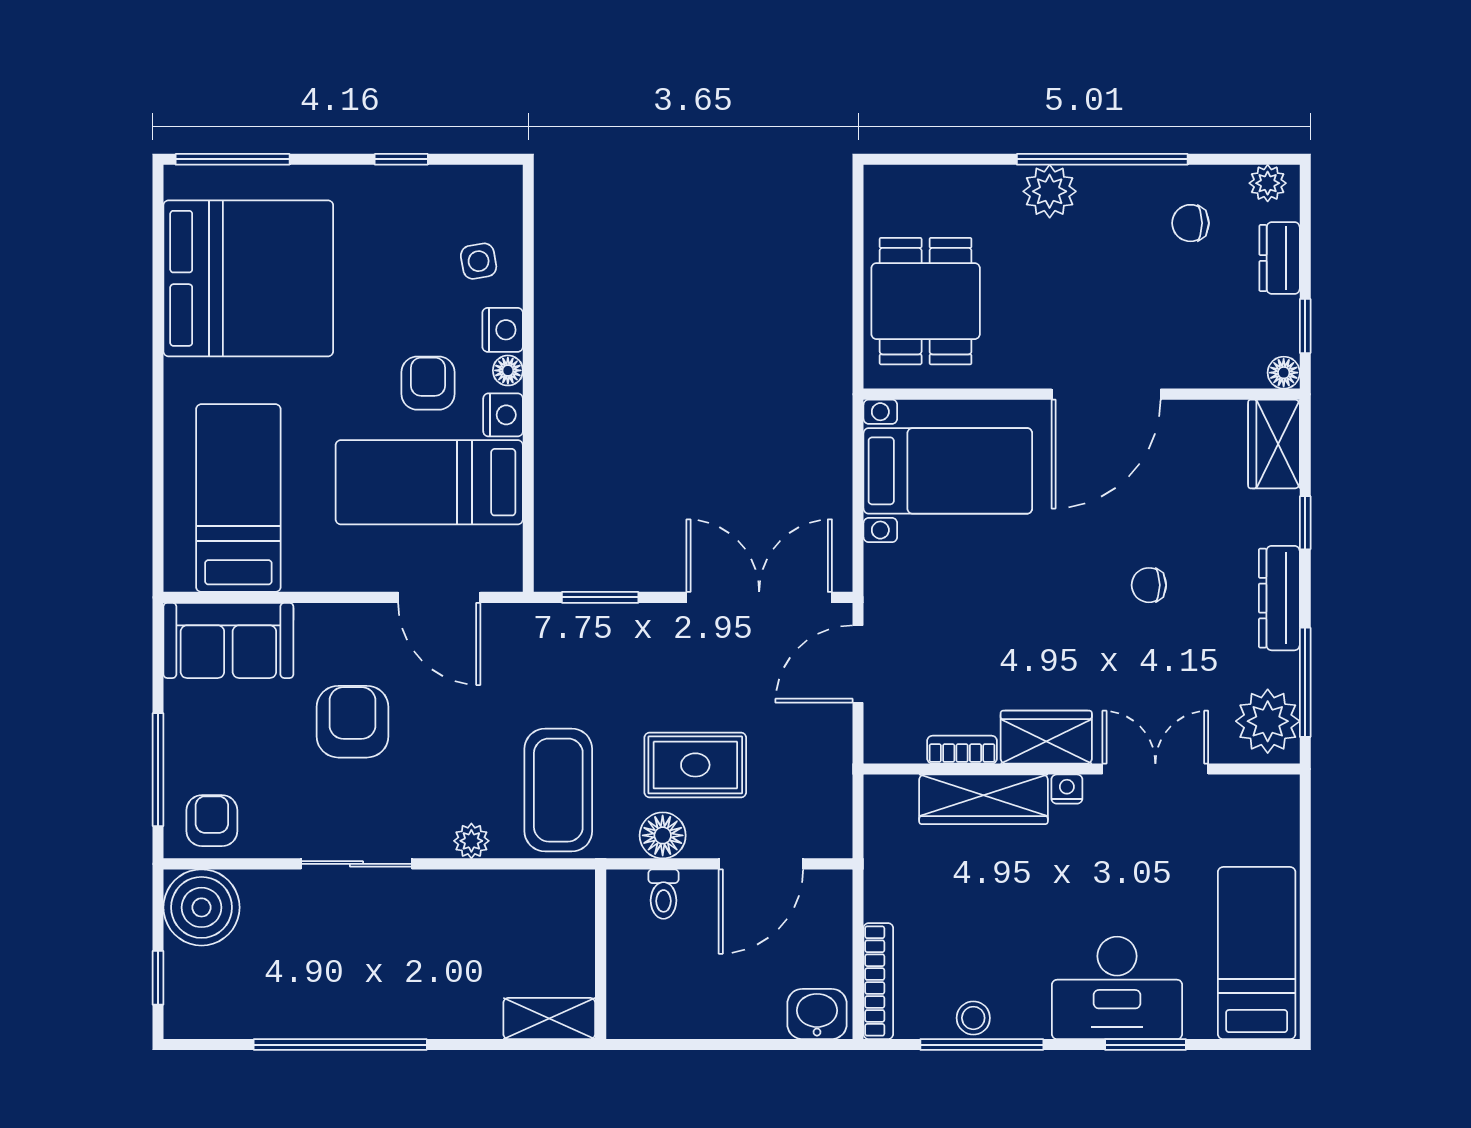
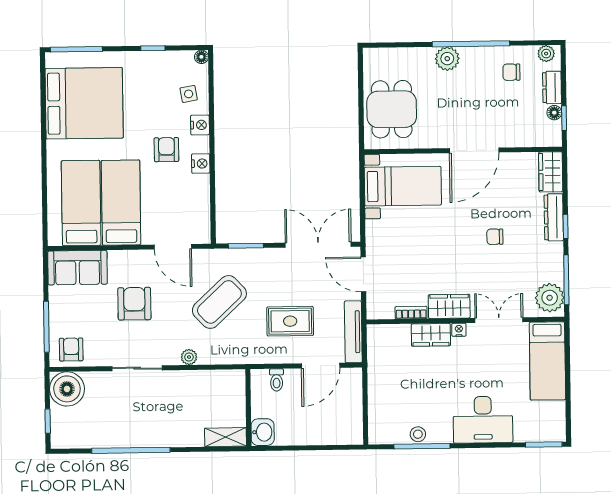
floor lamp: (508, 370) -> (201, 57), moved
floor lamp: (1284, 373) -> (554, 113), moved
bed: (429, 482) -> (121, 203), moved, turned 90
window: (1305, 523) -> (566, 226), moved
dresser: (1279, 598) -> (554, 217), moved
door: (858, 664) -> (363, 274), hinge flipped
coffee table: (558, 790) -> (219, 302), moved, turned 47
tv unit: (834, 790) -> (353, 332), added
wardrobe: (984, 799) -> (431, 335), width x0.67
floor lamp: (663, 835) -> (276, 353), removed
bed: (1257, 953) -> (547, 361), moved, turned 180
bookcase: (878, 981) -> (375, 418), removed
washbasin: (817, 1014) -> (263, 432), moved, turned 90
window: (1146, 1045) -> (544, 445), moved

